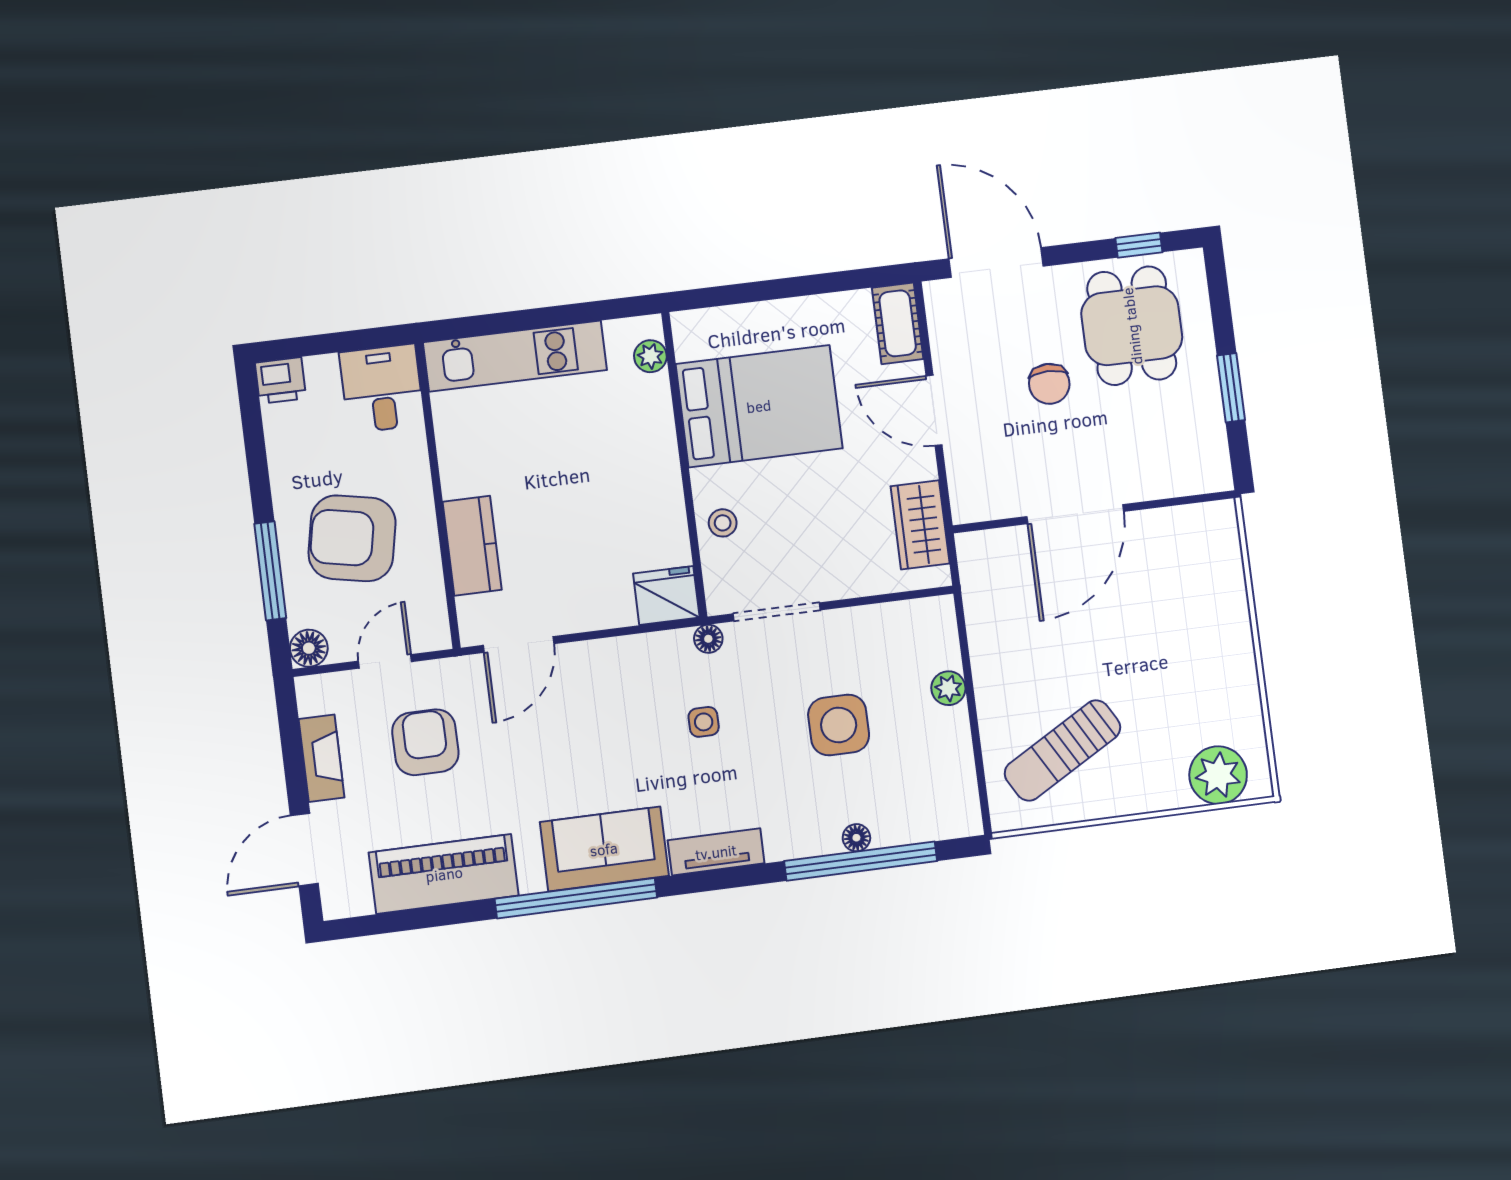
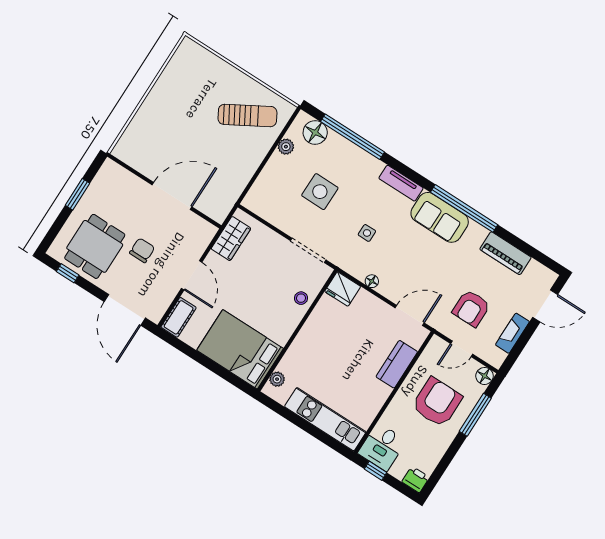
window: (360, 340) -> (375, 471), added
bed: (759, 406) -> (240, 349), moved
armchair: (352, 538) -> (437, 402), turned -101
floor lamp: (708, 639) -> (372, 281), moved
plant: (948, 688) -> (286, 147), moved
plant: (1218, 775) -> (199, 60), removed
floor lamp: (856, 838) -> (315, 132), moved, width x1.89, depth x1.89
piano: (444, 874) -> (505, 253), width x0.73, depth x0.75

